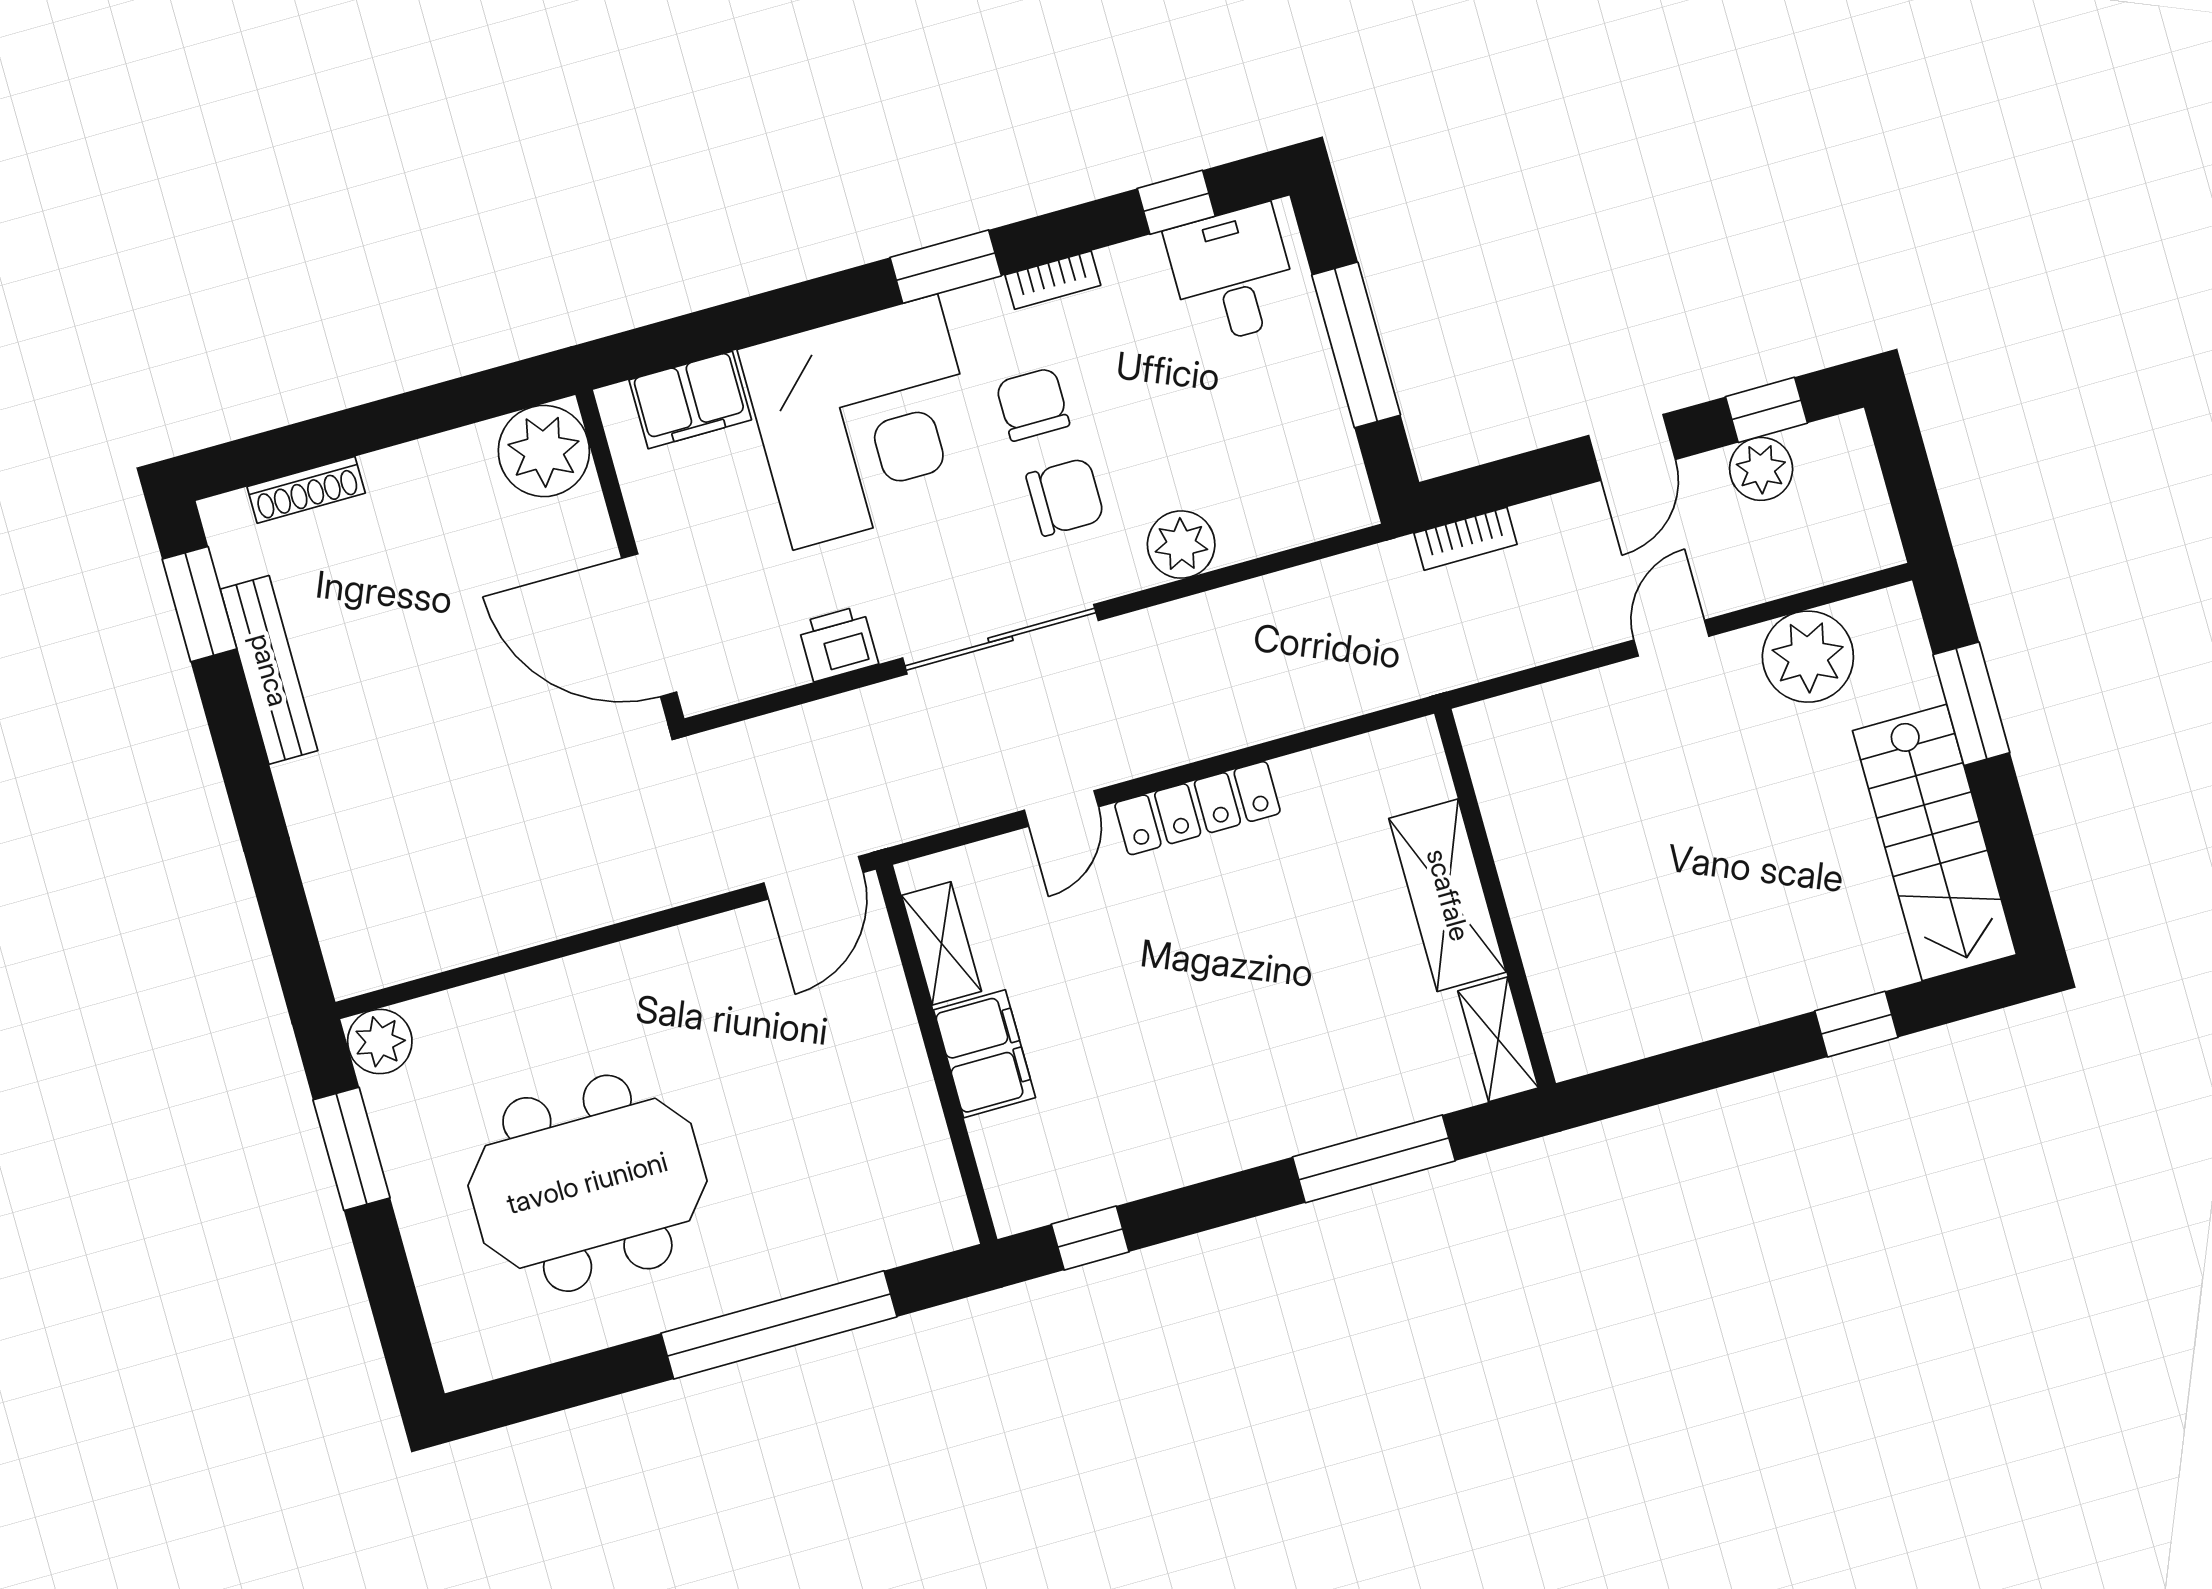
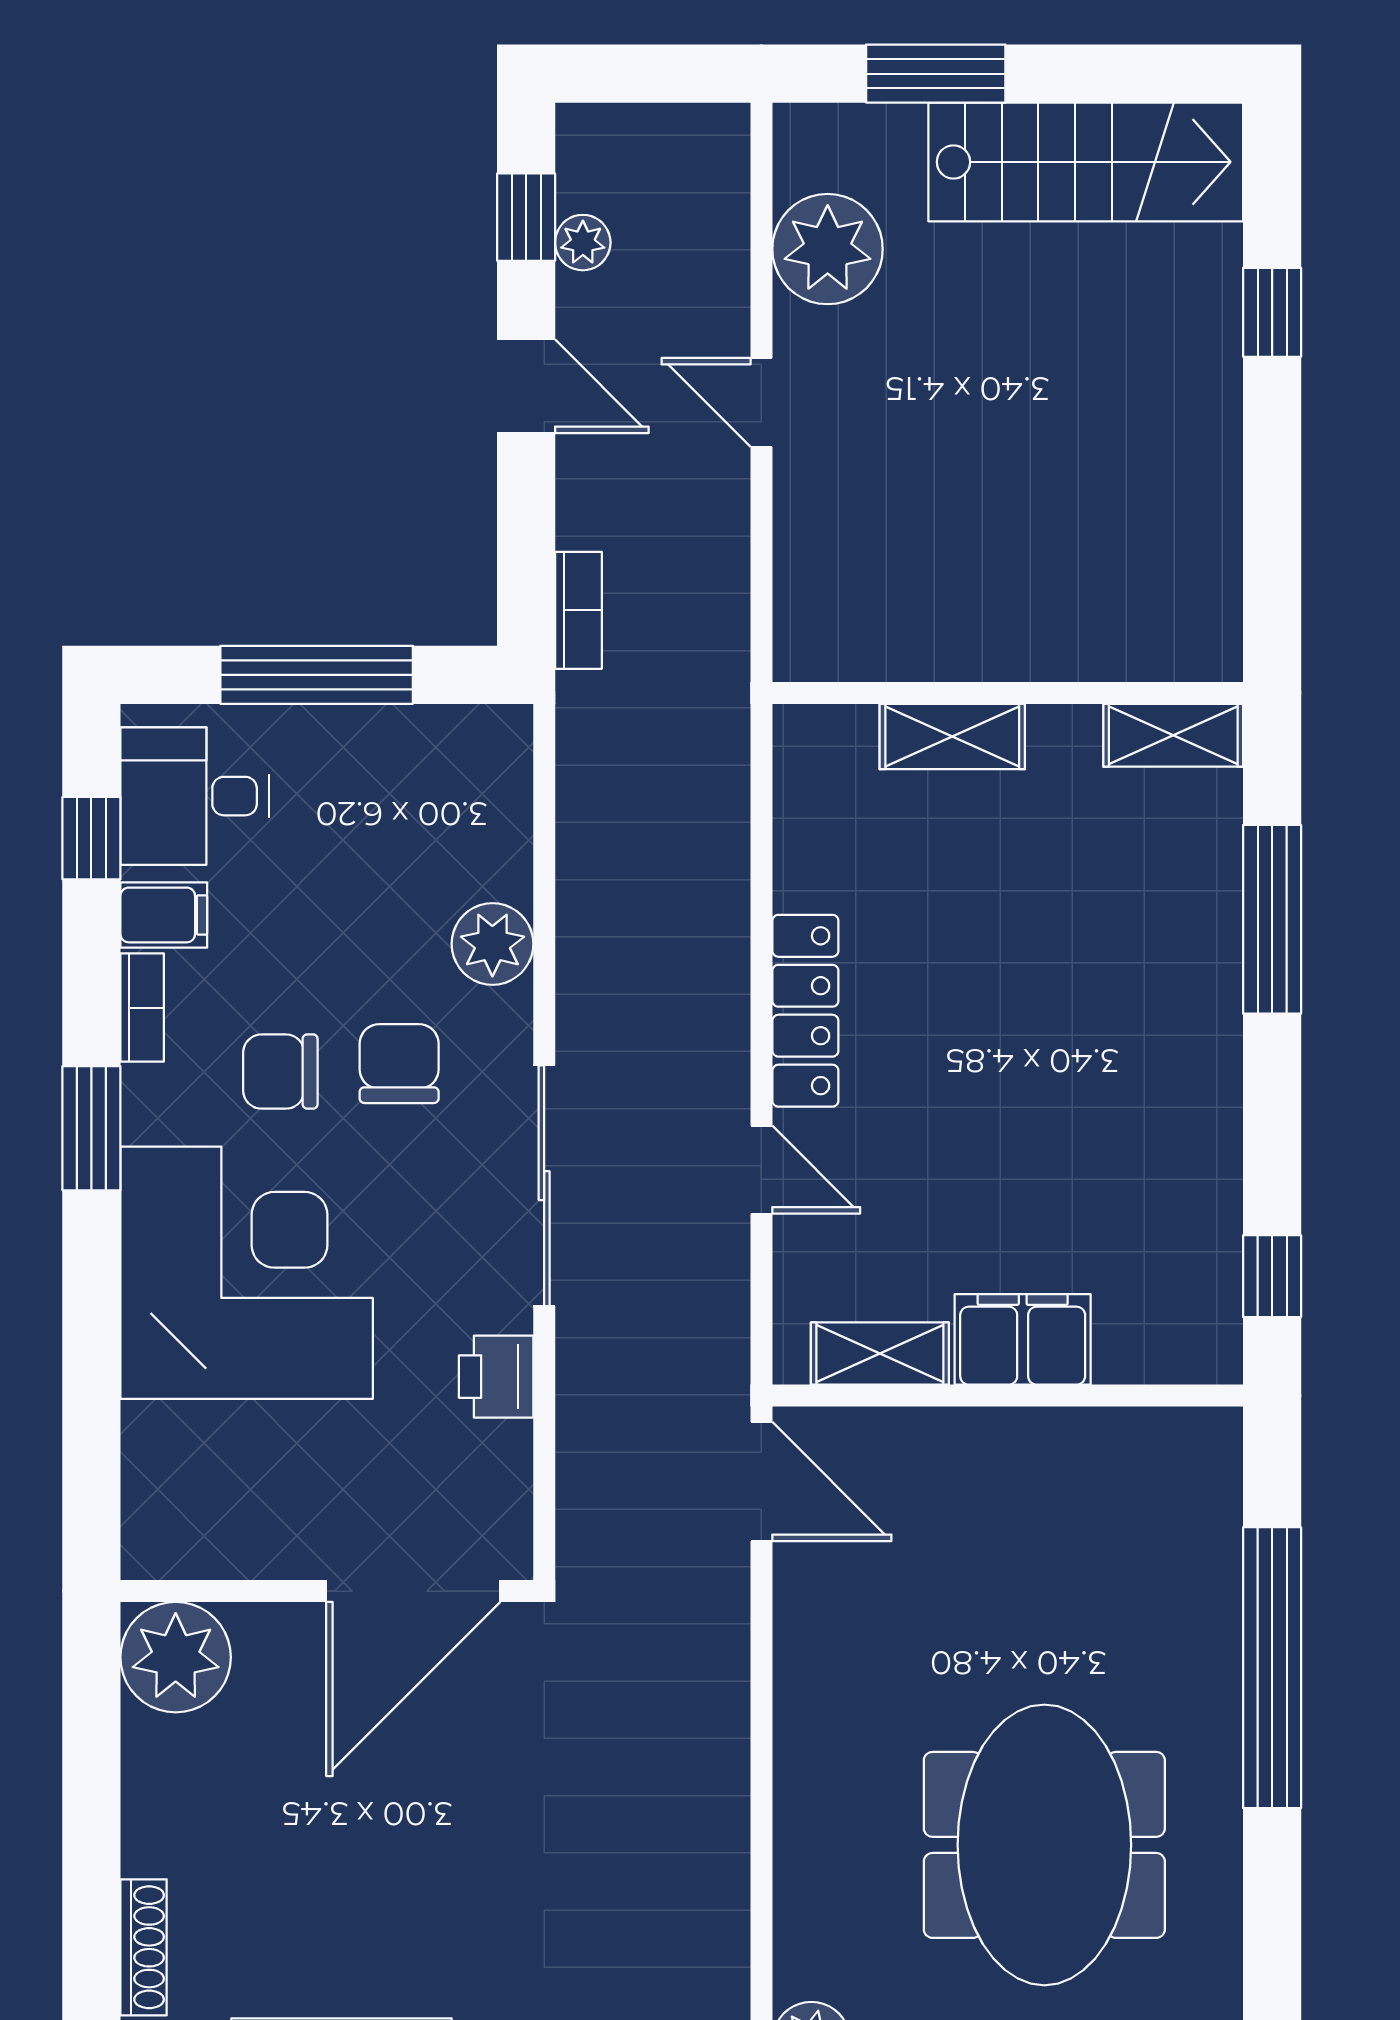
filing cabinet: (690, 400) -> (164, 915), moved, width x0.50
plant: (1761, 469) -> (583, 243), width x0.73, depth x0.73
shelving: (1448, 895) -> (952, 736), width x0.67, depth x0.75

